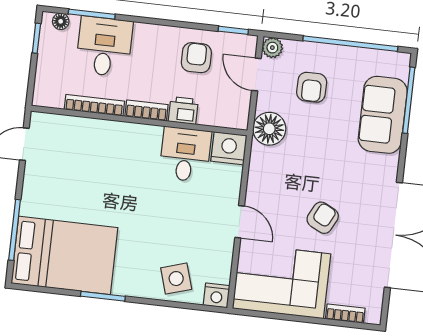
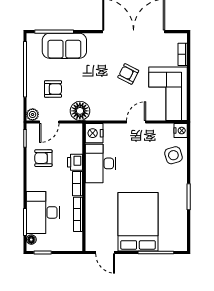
desk: (104, 47) -> (43, 212), width x1.37
desk: (185, 154) -> (101, 163), width x1.37
bed: (64, 255) -> (138, 222), moved

